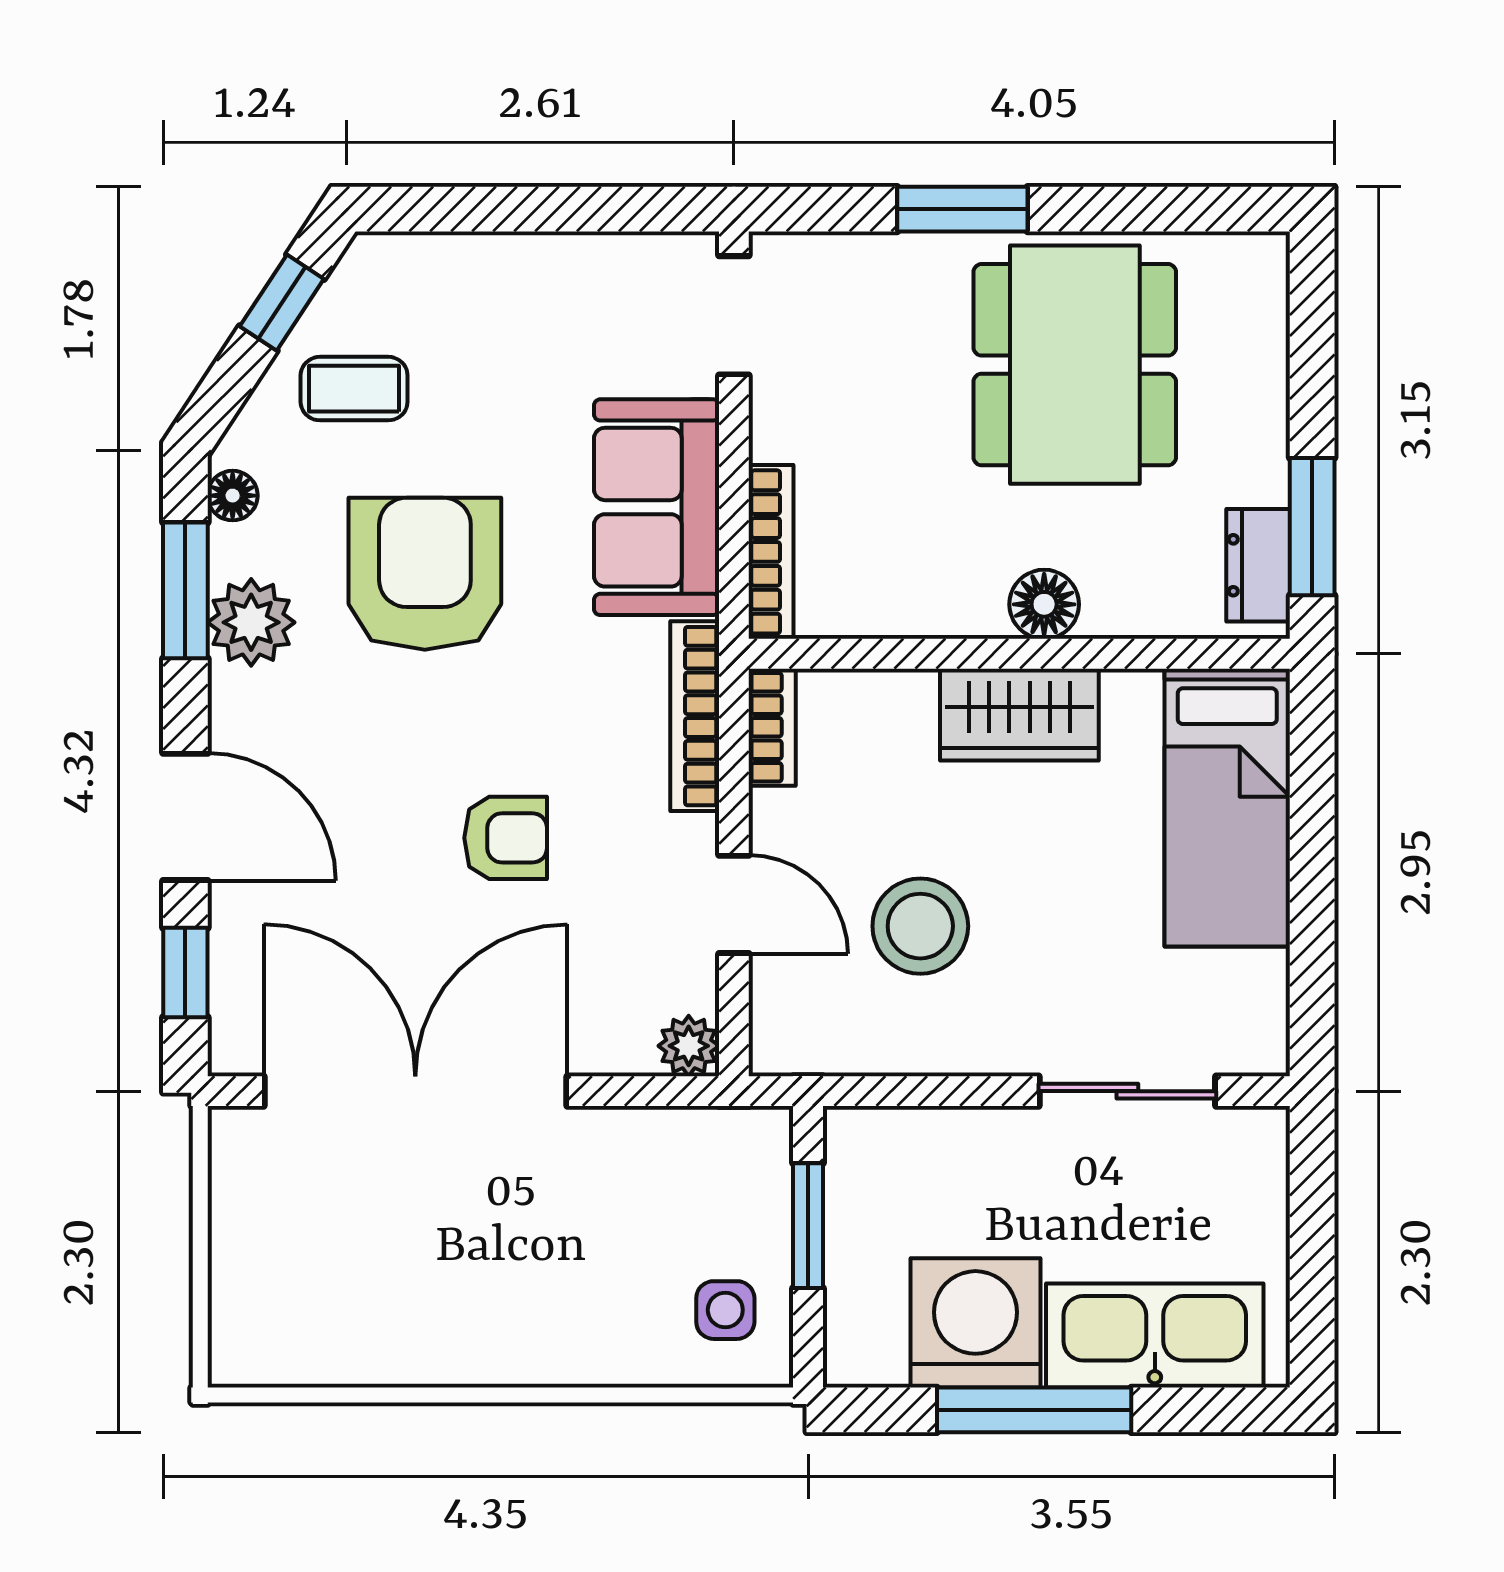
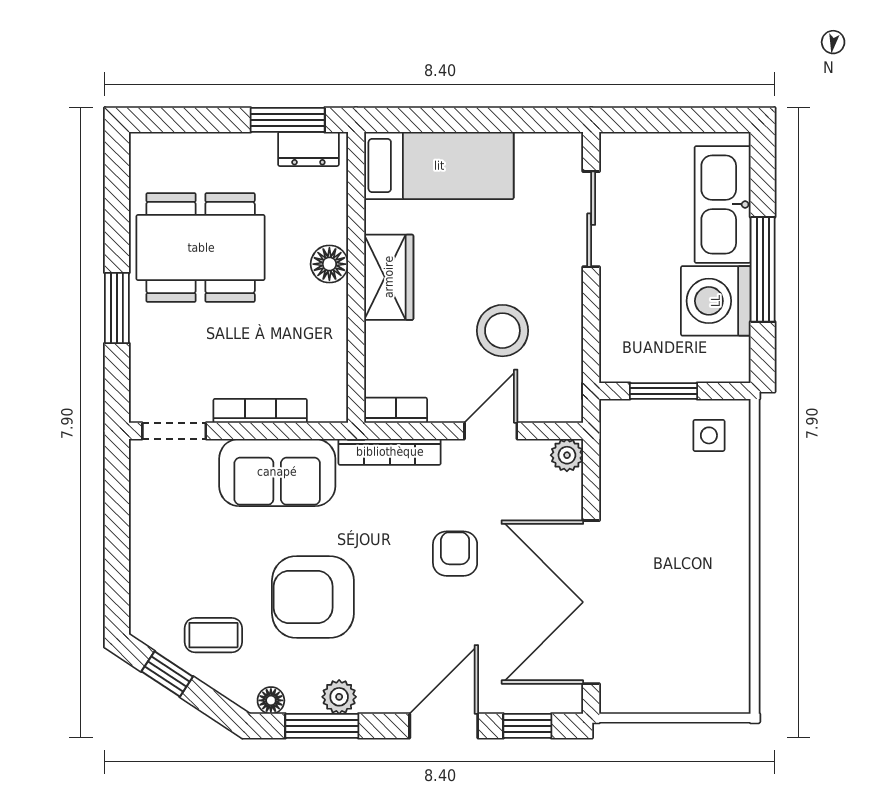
coffee table: (354, 389) -> (213, 635), turned 90
bookcase: (771, 552) -> (260, 411), moved
plant: (251, 622) -> (339, 697), width x0.73, depth x0.73

